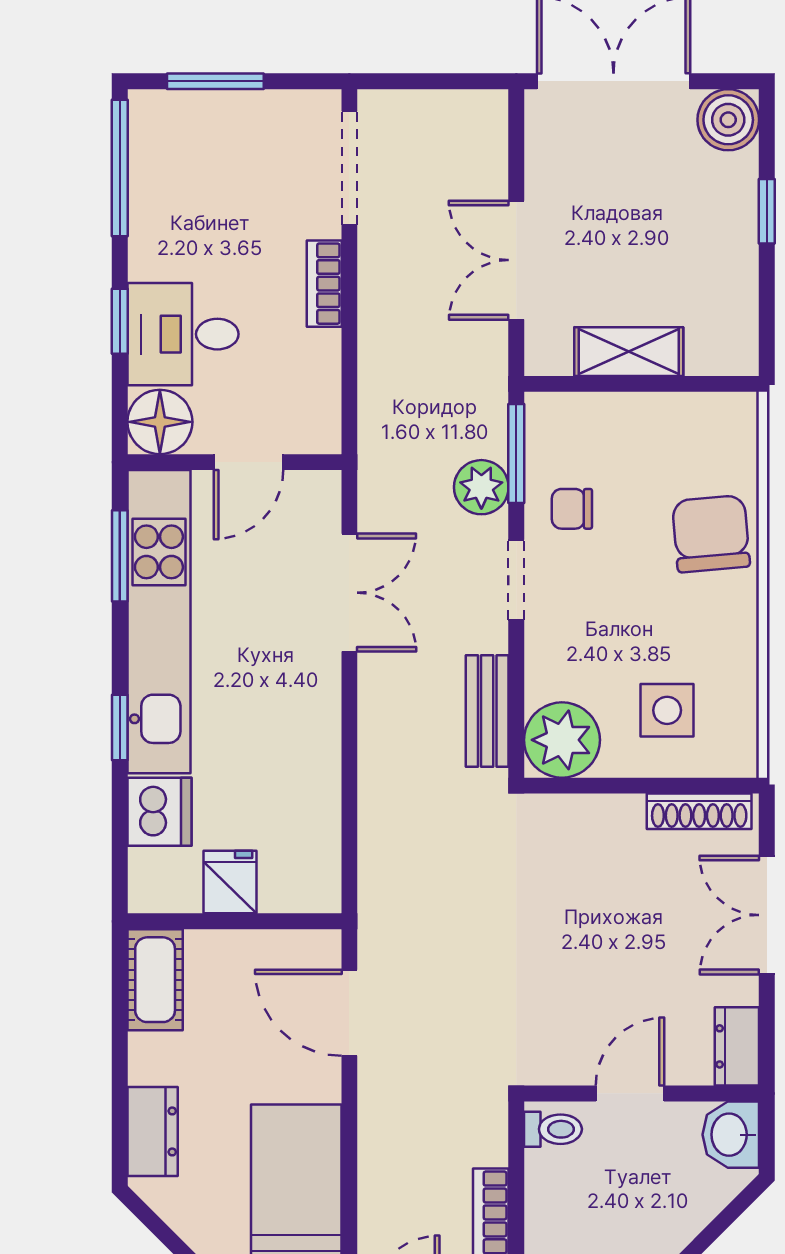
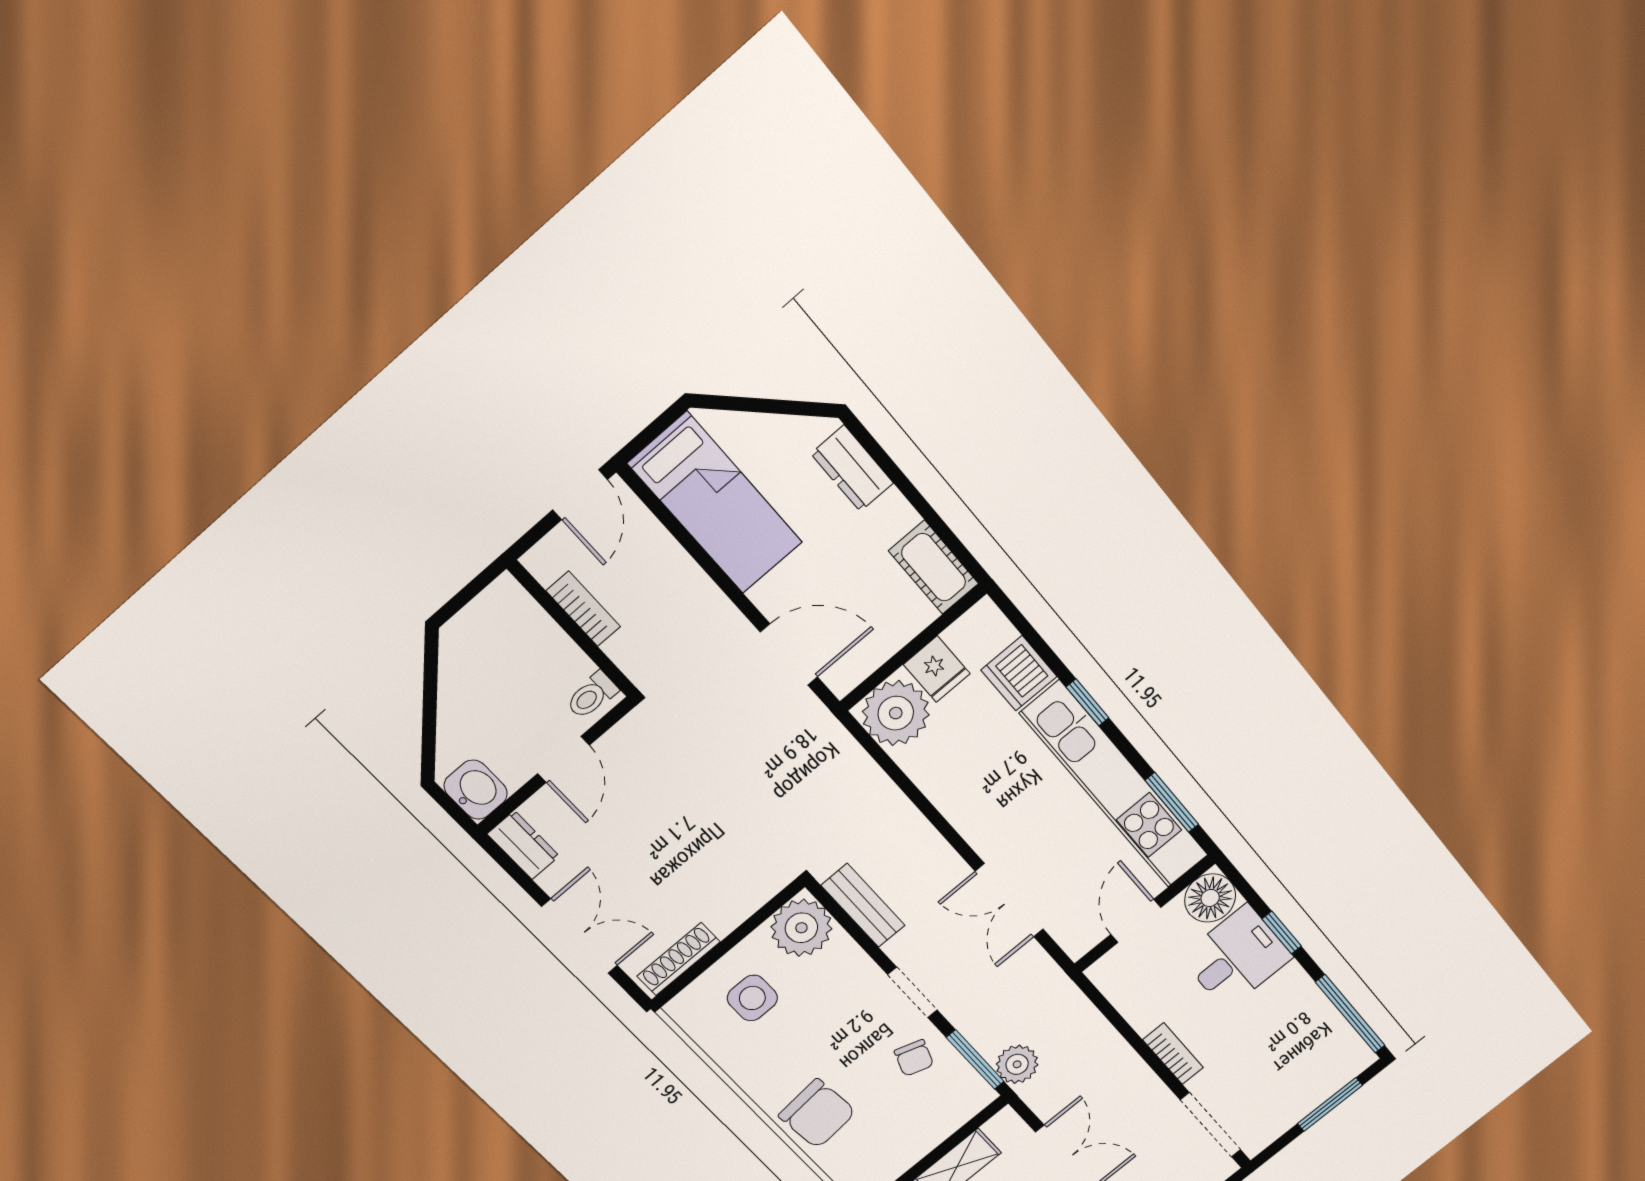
plant: (481, 487) -> (1017, 1064), moved
chair: (572, 509) -> (914, 1058), turned 109
plant: (301, 873) -> (896, 713), added

